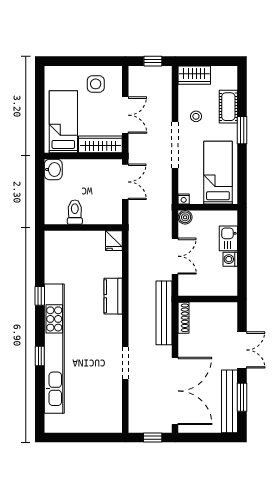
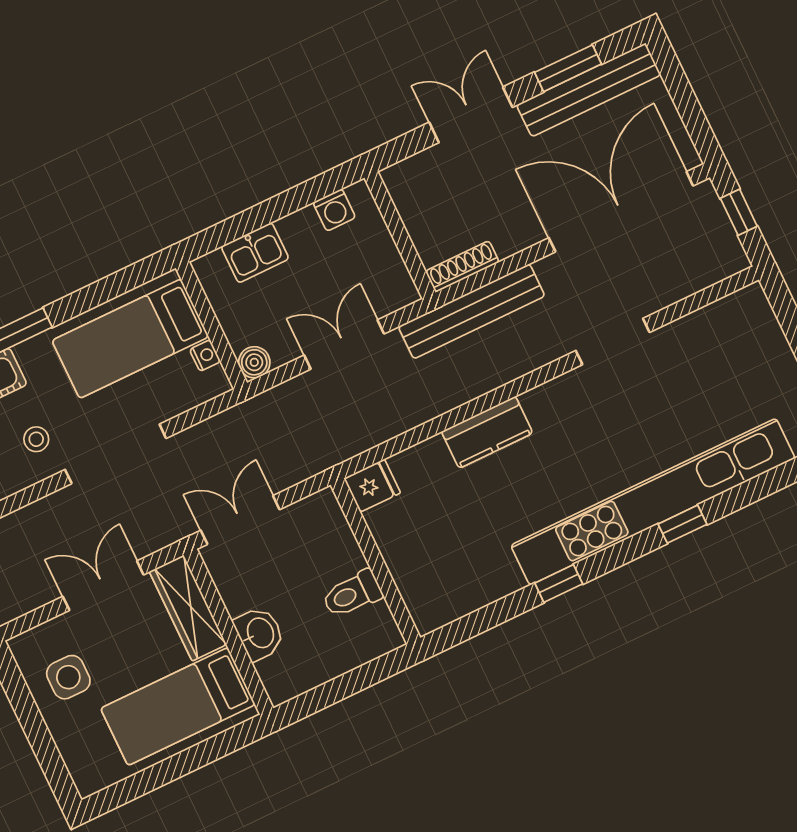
washbasin: (53, 169) -> (259, 633), moved, turned 90
nightstand: (184, 199) -> (205, 355), moved
washing machine: (230, 259) -> (334, 210), moved

